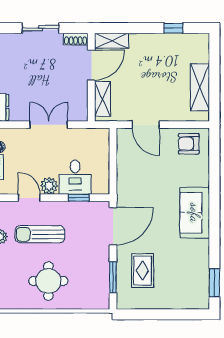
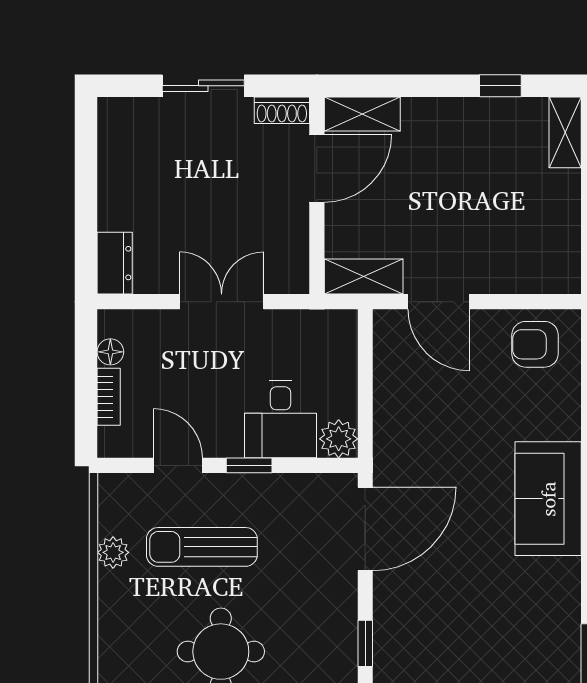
shelving: (200, 87) -> (565, 132), moved, width x0.67, depth x0.75
shelving: (103, 99) -> (364, 276), moved, turned 90
plant: (49, 186) -> (339, 439), moved
window: (79, 198) -> (249, 465), moved
rug: (143, 271) -> (432, 628), removed
window: (113, 277) -> (365, 643), width x0.67

